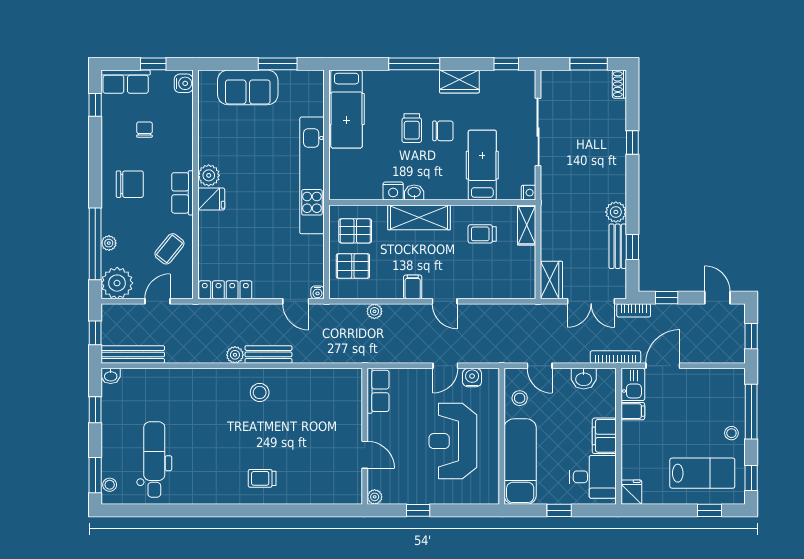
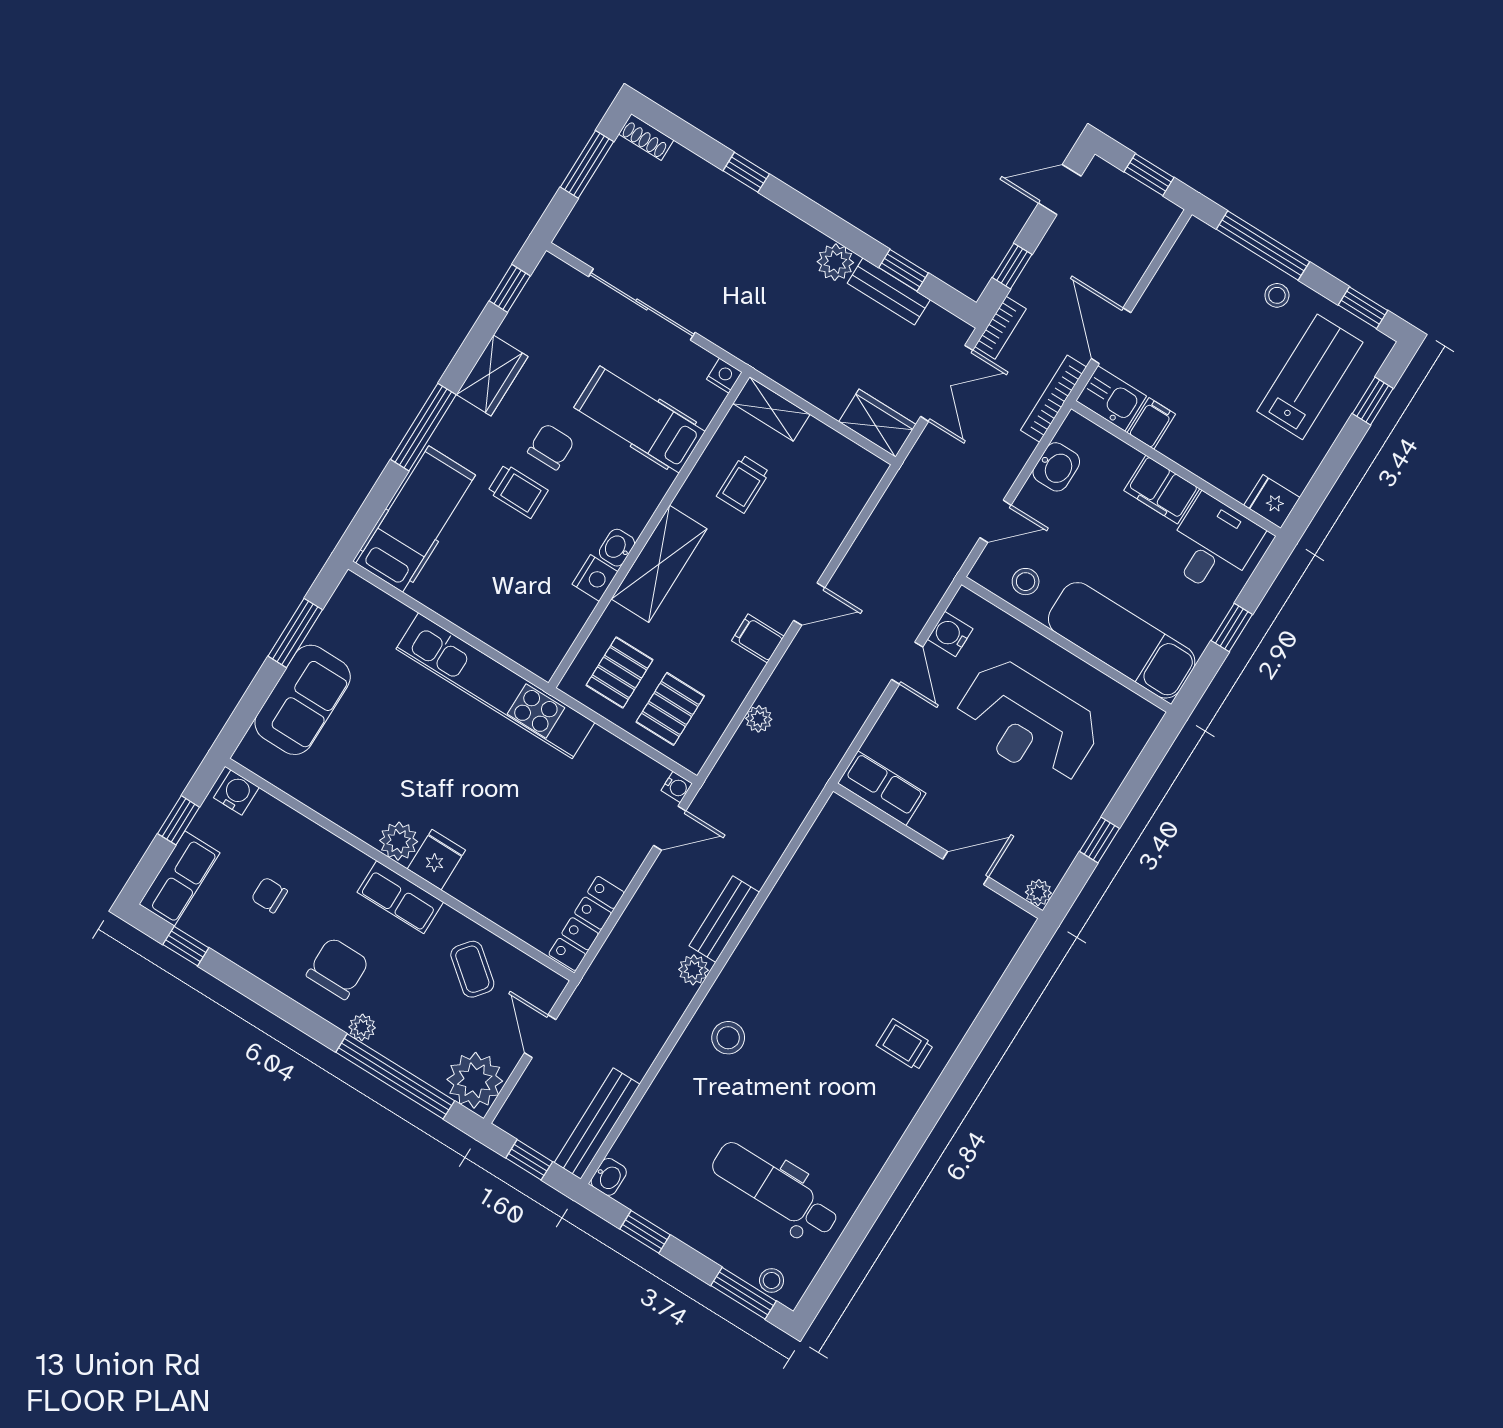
hospital bed: (346, 109) -> (416, 519), moved, turned -90
plant: (109, 243) -> (362, 1027), moved
stool: (260, 392) -> (728, 1038), moved
trolley: (262, 478) -> (905, 1045), turned 90

